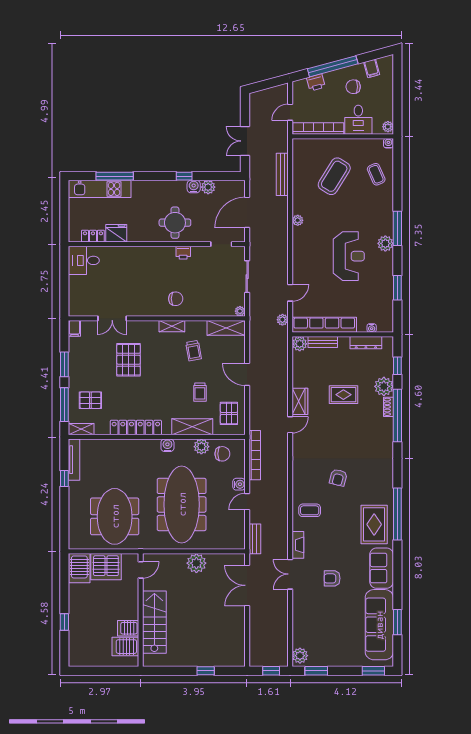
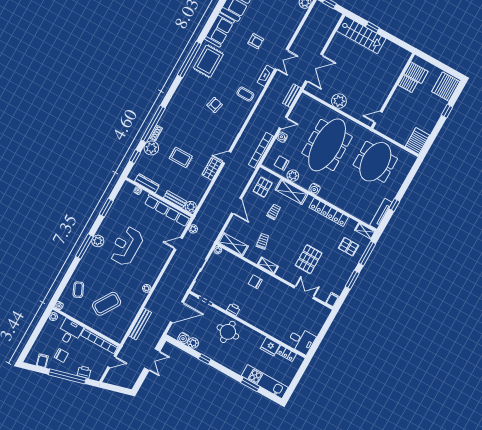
window: (115, 176) -> (250, 385), width x0.69
water cooler: (194, 187) -> (183, 338), moved
server rack: (106, 567) -> (446, 87), moved, turned -90
stairs: (154, 622) -> (361, 35), moved, turned -90

